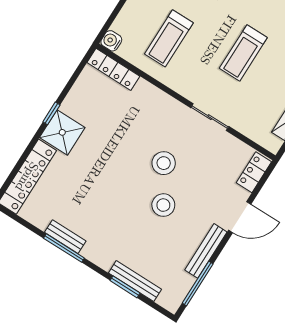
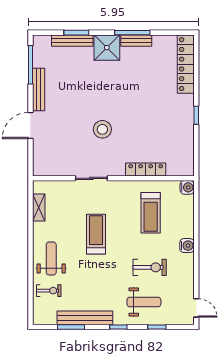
treadmill: (169, 38) -> (151, 213), turned 180
locker: (113, 69) -> (146, 170), moved
shower: (62, 132) -> (107, 48), moved
locker: (254, 172) -> (40, 161), removed
stool: (163, 205) -> (85, 102), removed

